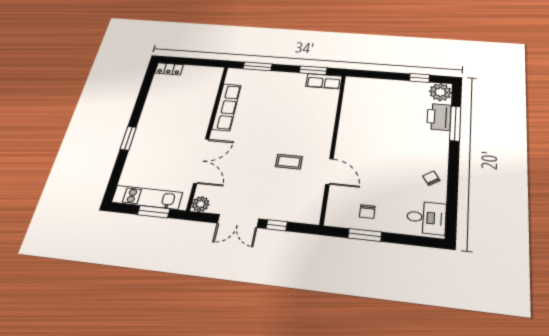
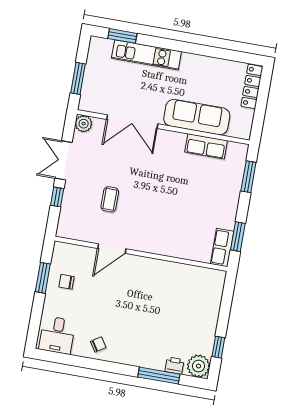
locker: (169, 69) -> (252, 86), width x1.53
row of seats: (226, 107) -> (206, 146), width x0.68
sofa: (200, 109) -> (197, 117), added
printer: (439, 117) -> (174, 366), width x0.53, depth x0.68
window: (128, 138) -> (122, 36), moved
coffee table: (289, 162) -> (110, 199), moved
kitchen unit: (147, 197) -> (146, 55), moved, turned 90

